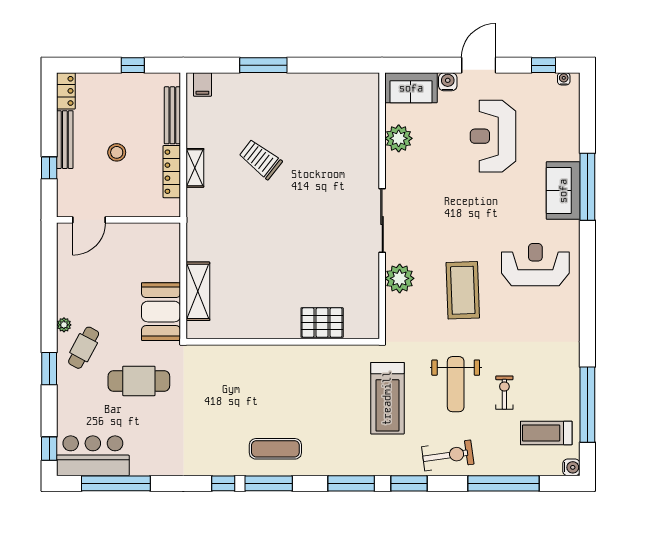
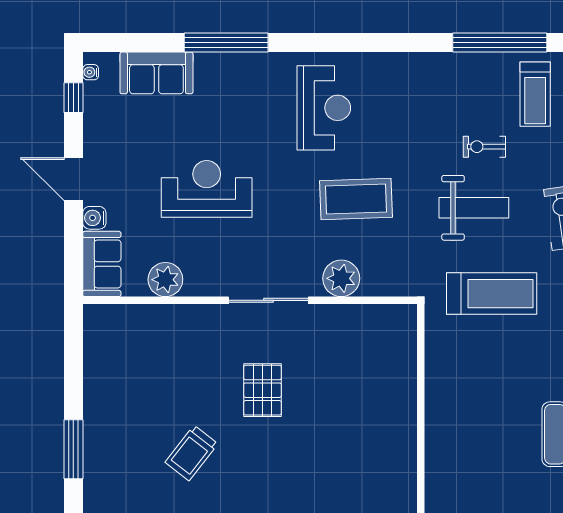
reception desk: (493, 136) -> (207, 189), moved, turned 180
sofa: (563, 191) -> (156, 73), moved
reception desk: (535, 265) -> (324, 108), turned 180
pallet: (322, 323) -> (262, 390), moved

